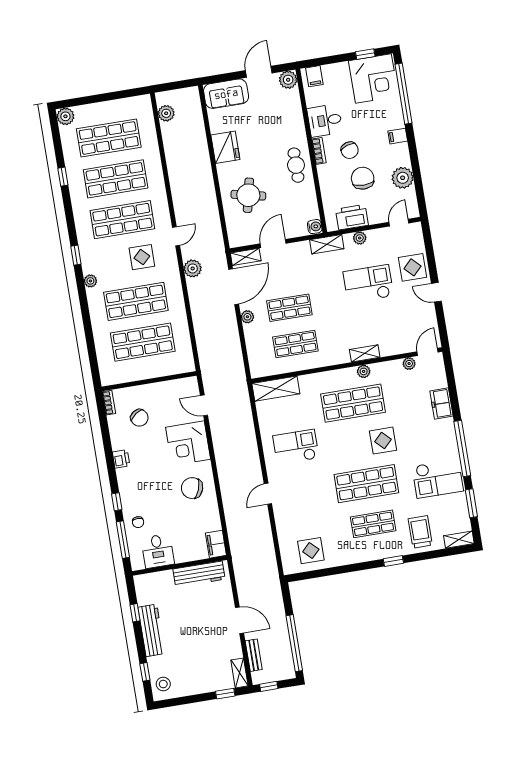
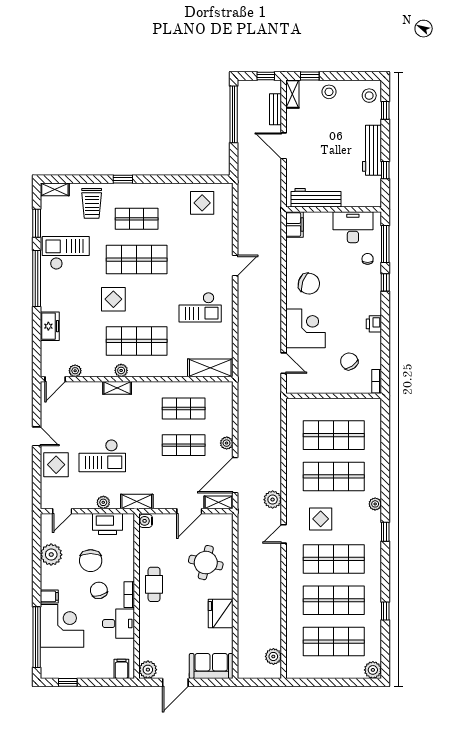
corner desk: (373, 79) -> (62, 626), moved, turned 90
desk: (158, 551) -> (353, 227), width x1.37
stool: (204, 681) -> (329, 92), added

